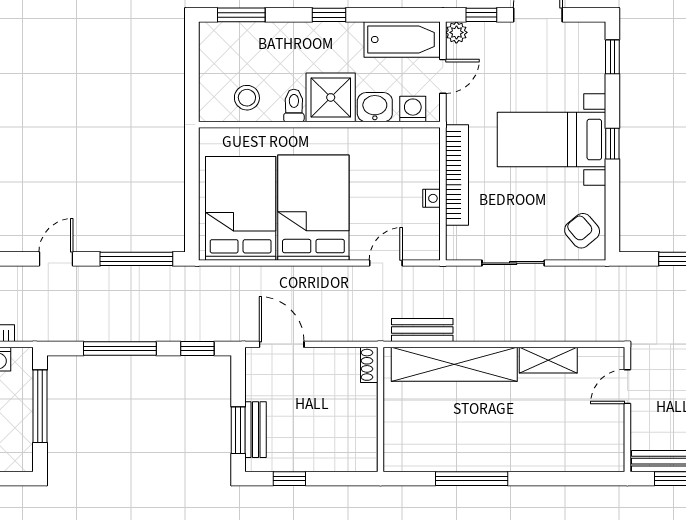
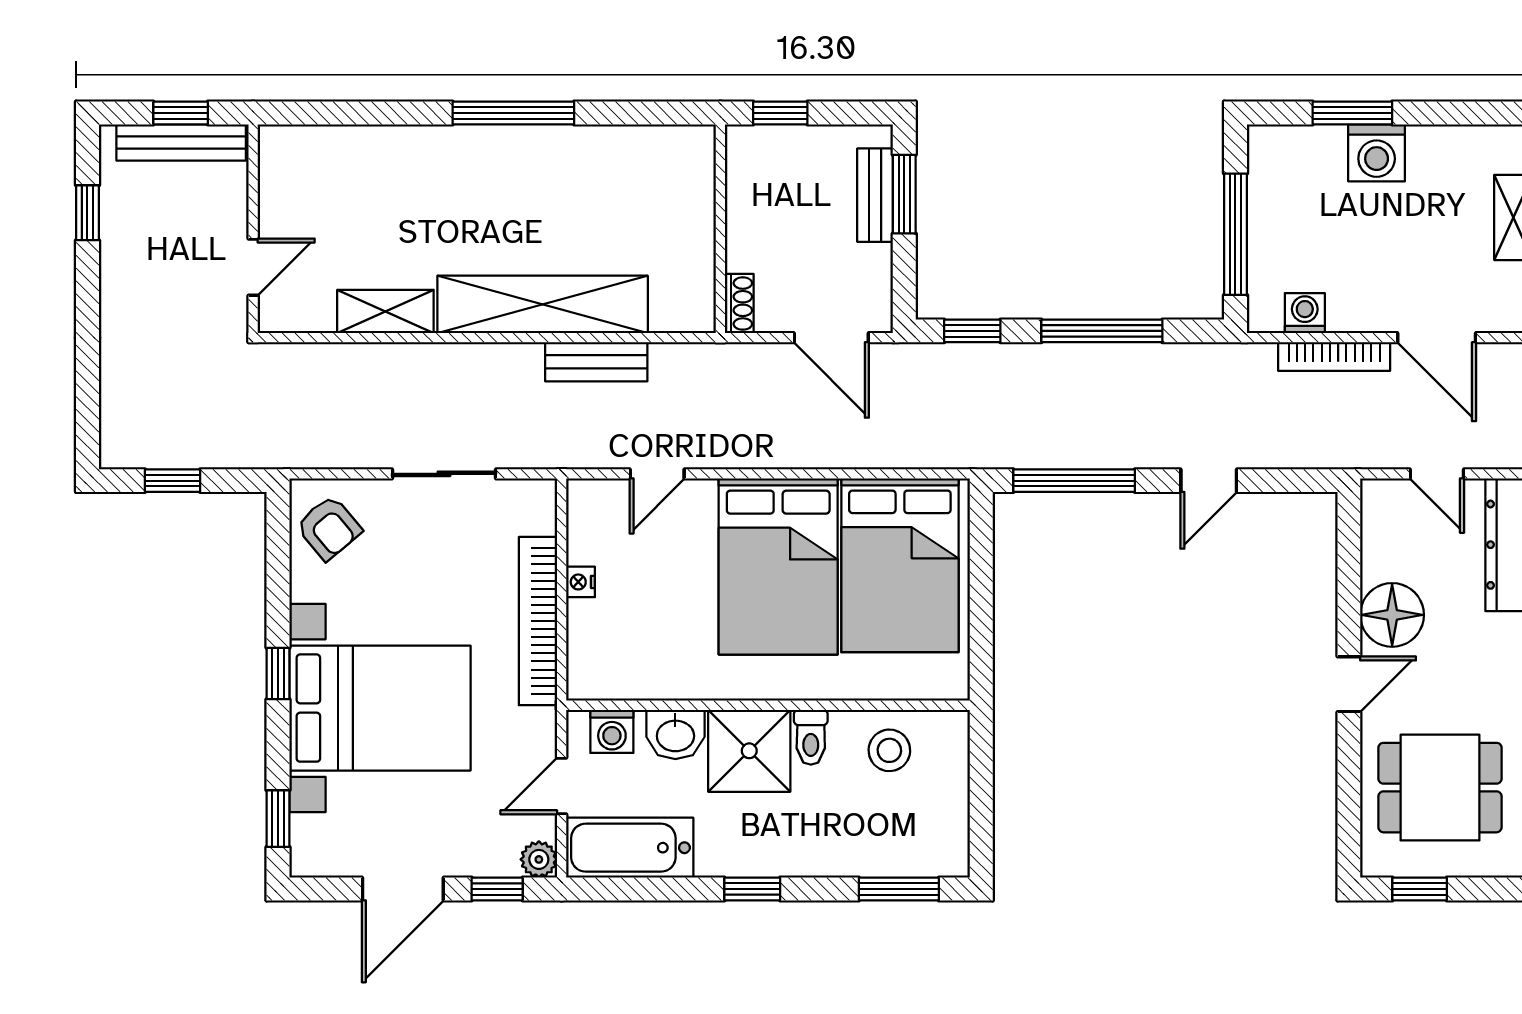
bed with nightstands: (551, 140) -> (380, 708), width x1.36
shoe rack: (369, 365) -> (739, 304), moved
wall: (380, 410) -> (720, 229), moved
window: (289, 479) -> (780, 113), moved

